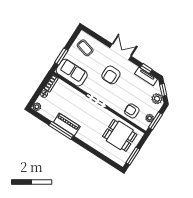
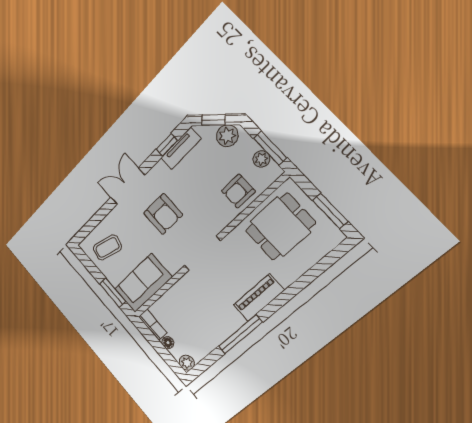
piano: (67, 124) -> (259, 298), moved

